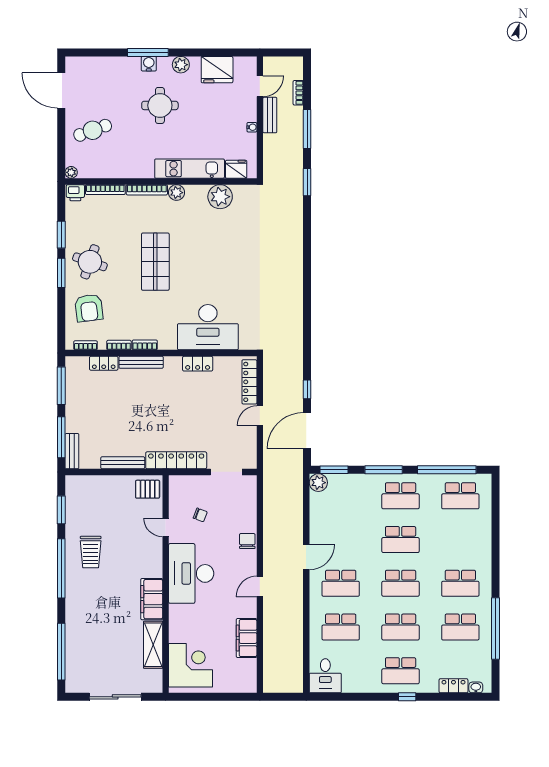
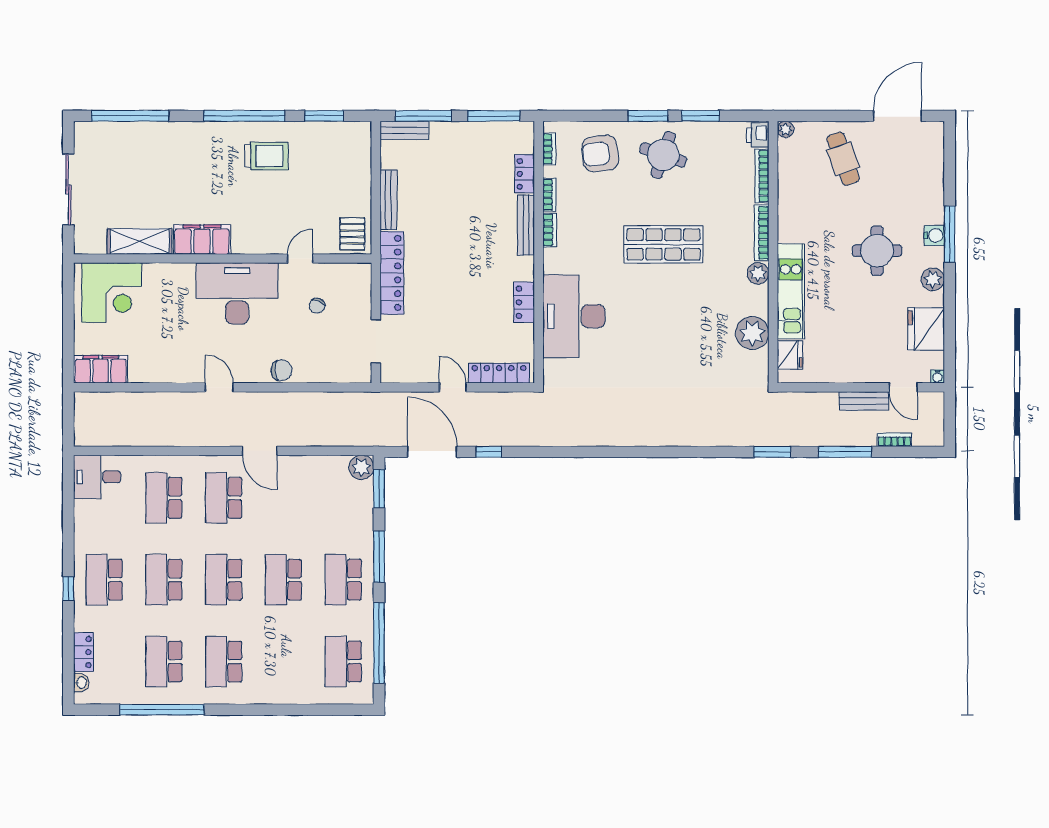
water cooler: (252, 127) -> (938, 376), moved
trolley: (91, 552) -> (266, 156), turned 180
filing cabinet: (247, 638) -> (101, 369), moved

